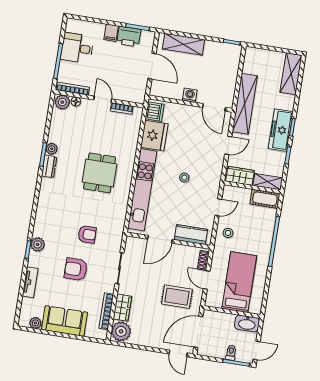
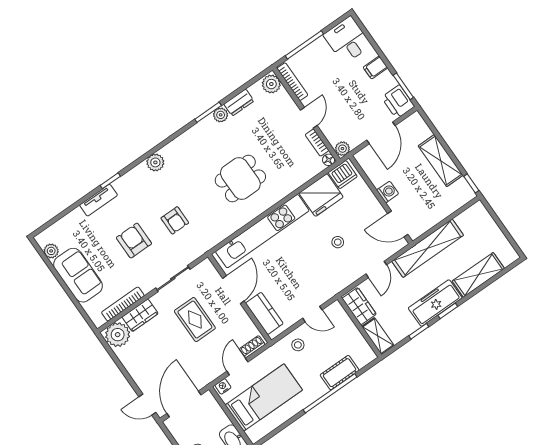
printer: (129, 36) -> (398, 102), moved
shelving: (183, 44) -> (441, 161), moved
desk: (77, 48) -> (347, 40), moved
shelving: (291, 74) -> (478, 275), moved
plant: (139, 97) -> (342, 149), added
floor lamp: (76, 102) -> (329, 160), moved
door: (214, 107) -> (398, 224), hinge flipped
door: (228, 145) -> (376, 269), hinge flipped
dresser: (49, 166) -> (239, 102), moved
stool: (184, 178) -> (338, 242), moved
cot: (265, 199) -> (340, 373), moved, turned 90
door: (160, 239) -> (233, 290), swing flipped
plant: (38, 244) -> (155, 162), moved
tv unit: (30, 282) -> (99, 200), moved
rug: (177, 297) -> (195, 320), moved
nightstand: (210, 299) -> (223, 386), added
door: (198, 332) -> (184, 404), hinge flipped
door: (178, 353) -> (147, 405), hinge flipped

